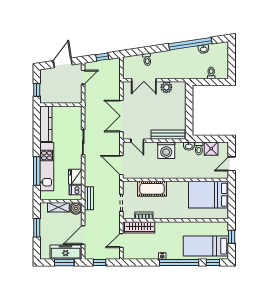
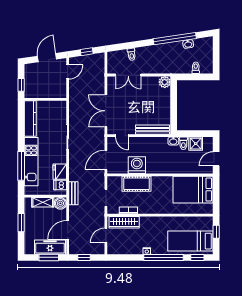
plant: (166, 87) -> (165, 82), moved
washing machine: (166, 150) -> (137, 165), moved, turned 180
door: (121, 165) -> (106, 160), hinge flipped

